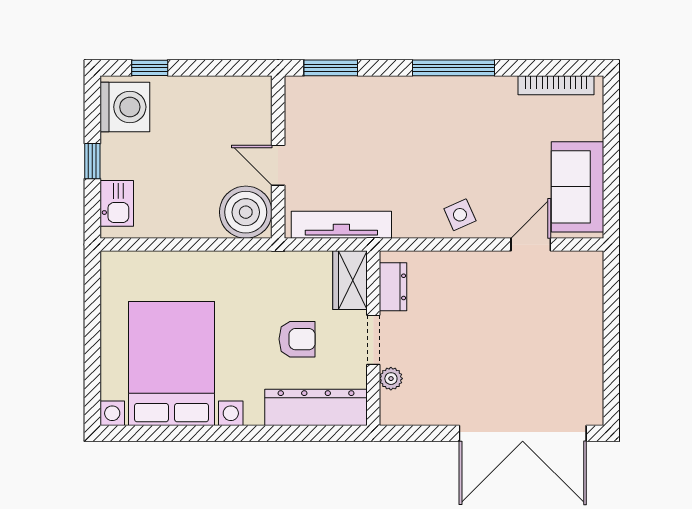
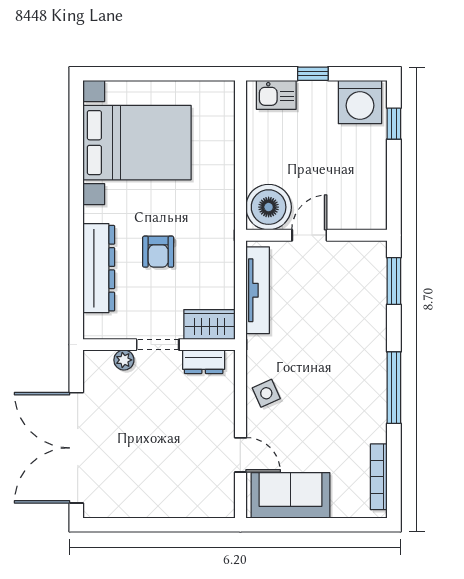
wardrobe: (350, 280) -> (209, 324), moved
dresser: (393, 287) -> (204, 362), moved
wall: (373, 338) -> (159, 345), moved
doorway: (373, 340) -> (158, 345), moved
plant: (391, 379) -> (124, 360), moved

